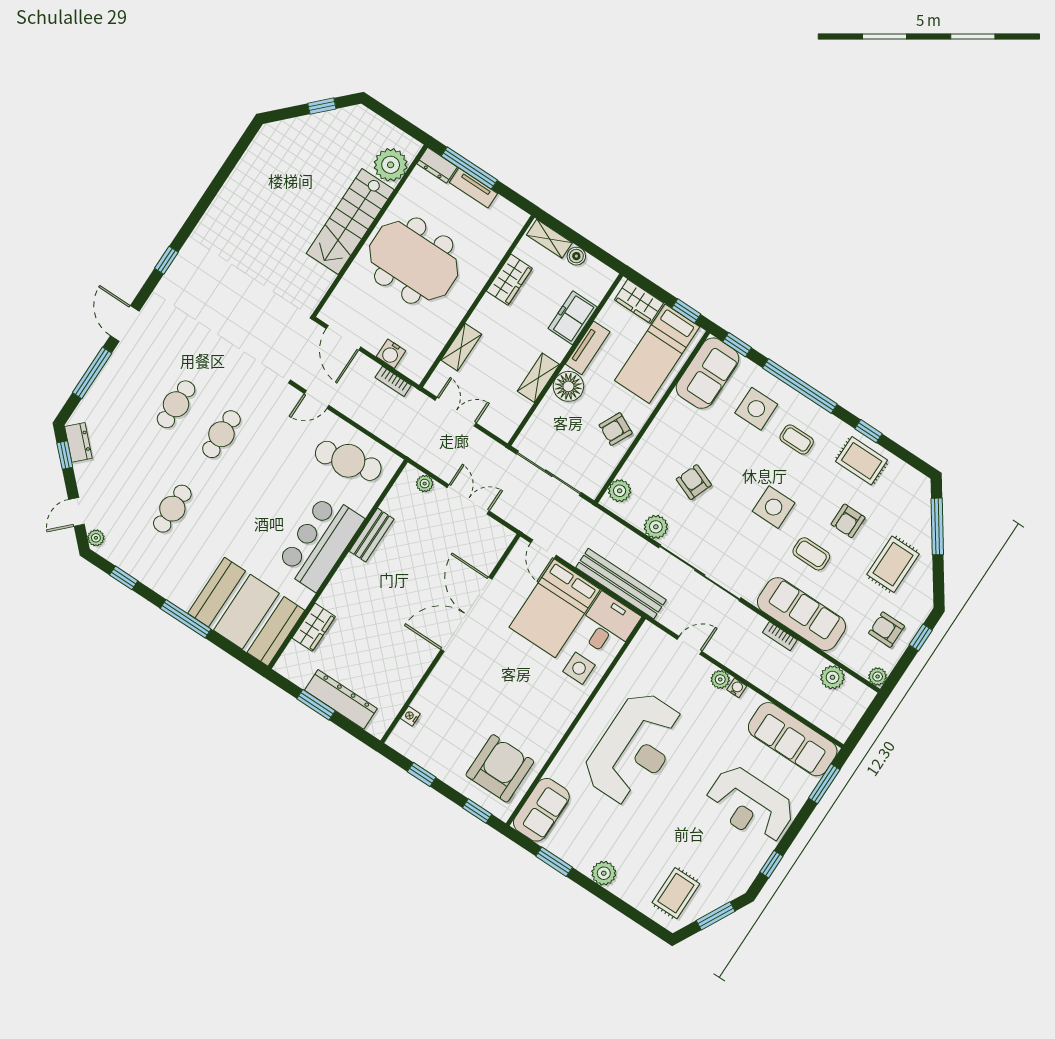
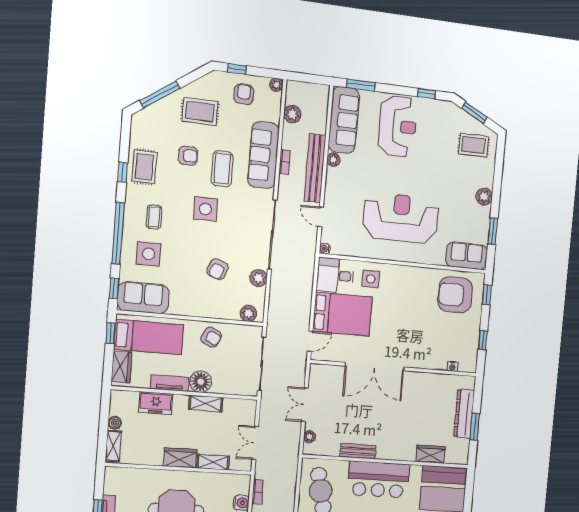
wardrobe: (509, 280) -> (180, 458), moved
coffee table: (811, 554) -> (222, 169), width x1.36, depth x1.30
bench: (621, 584) -> (315, 168), moved
armchair: (887, 630) -> (244, 94), turned 180
plant: (720, 679) -> (333, 160), moved
water cooler: (737, 688) -> (325, 249), moved

